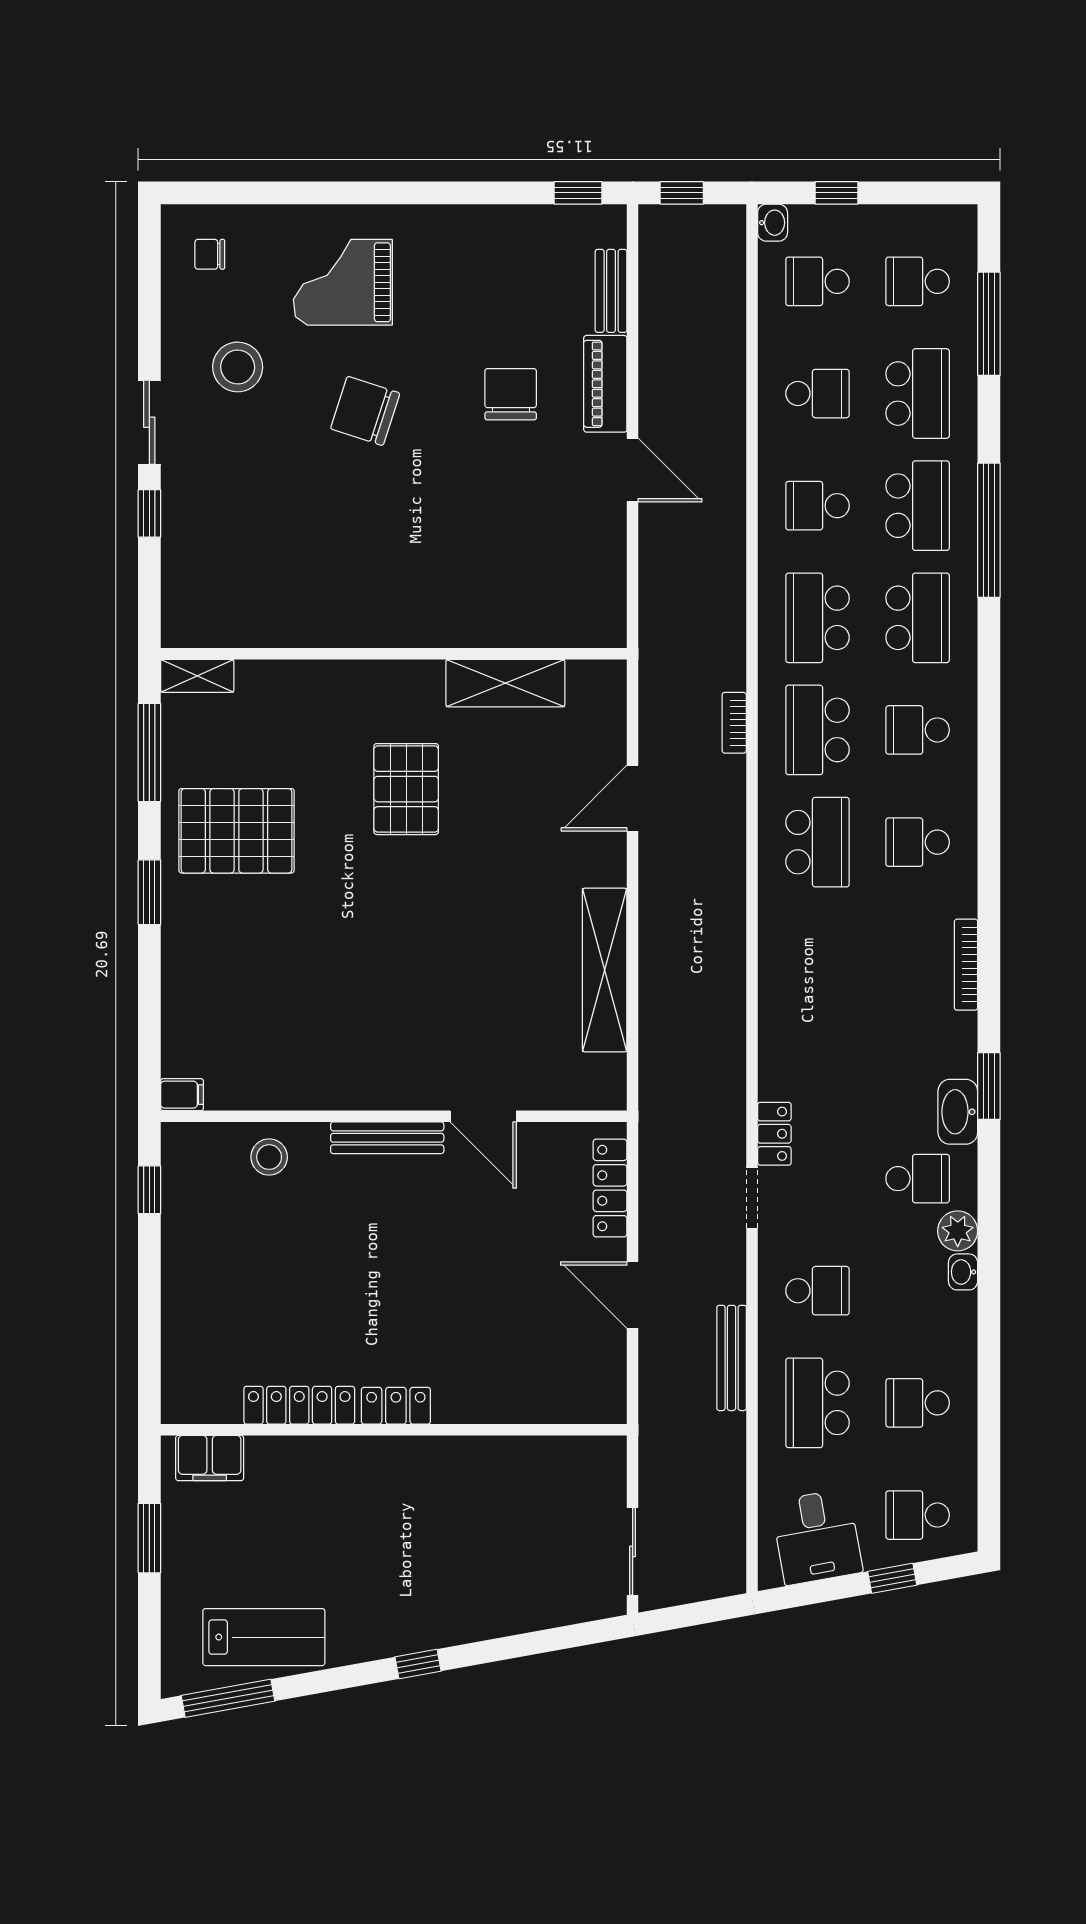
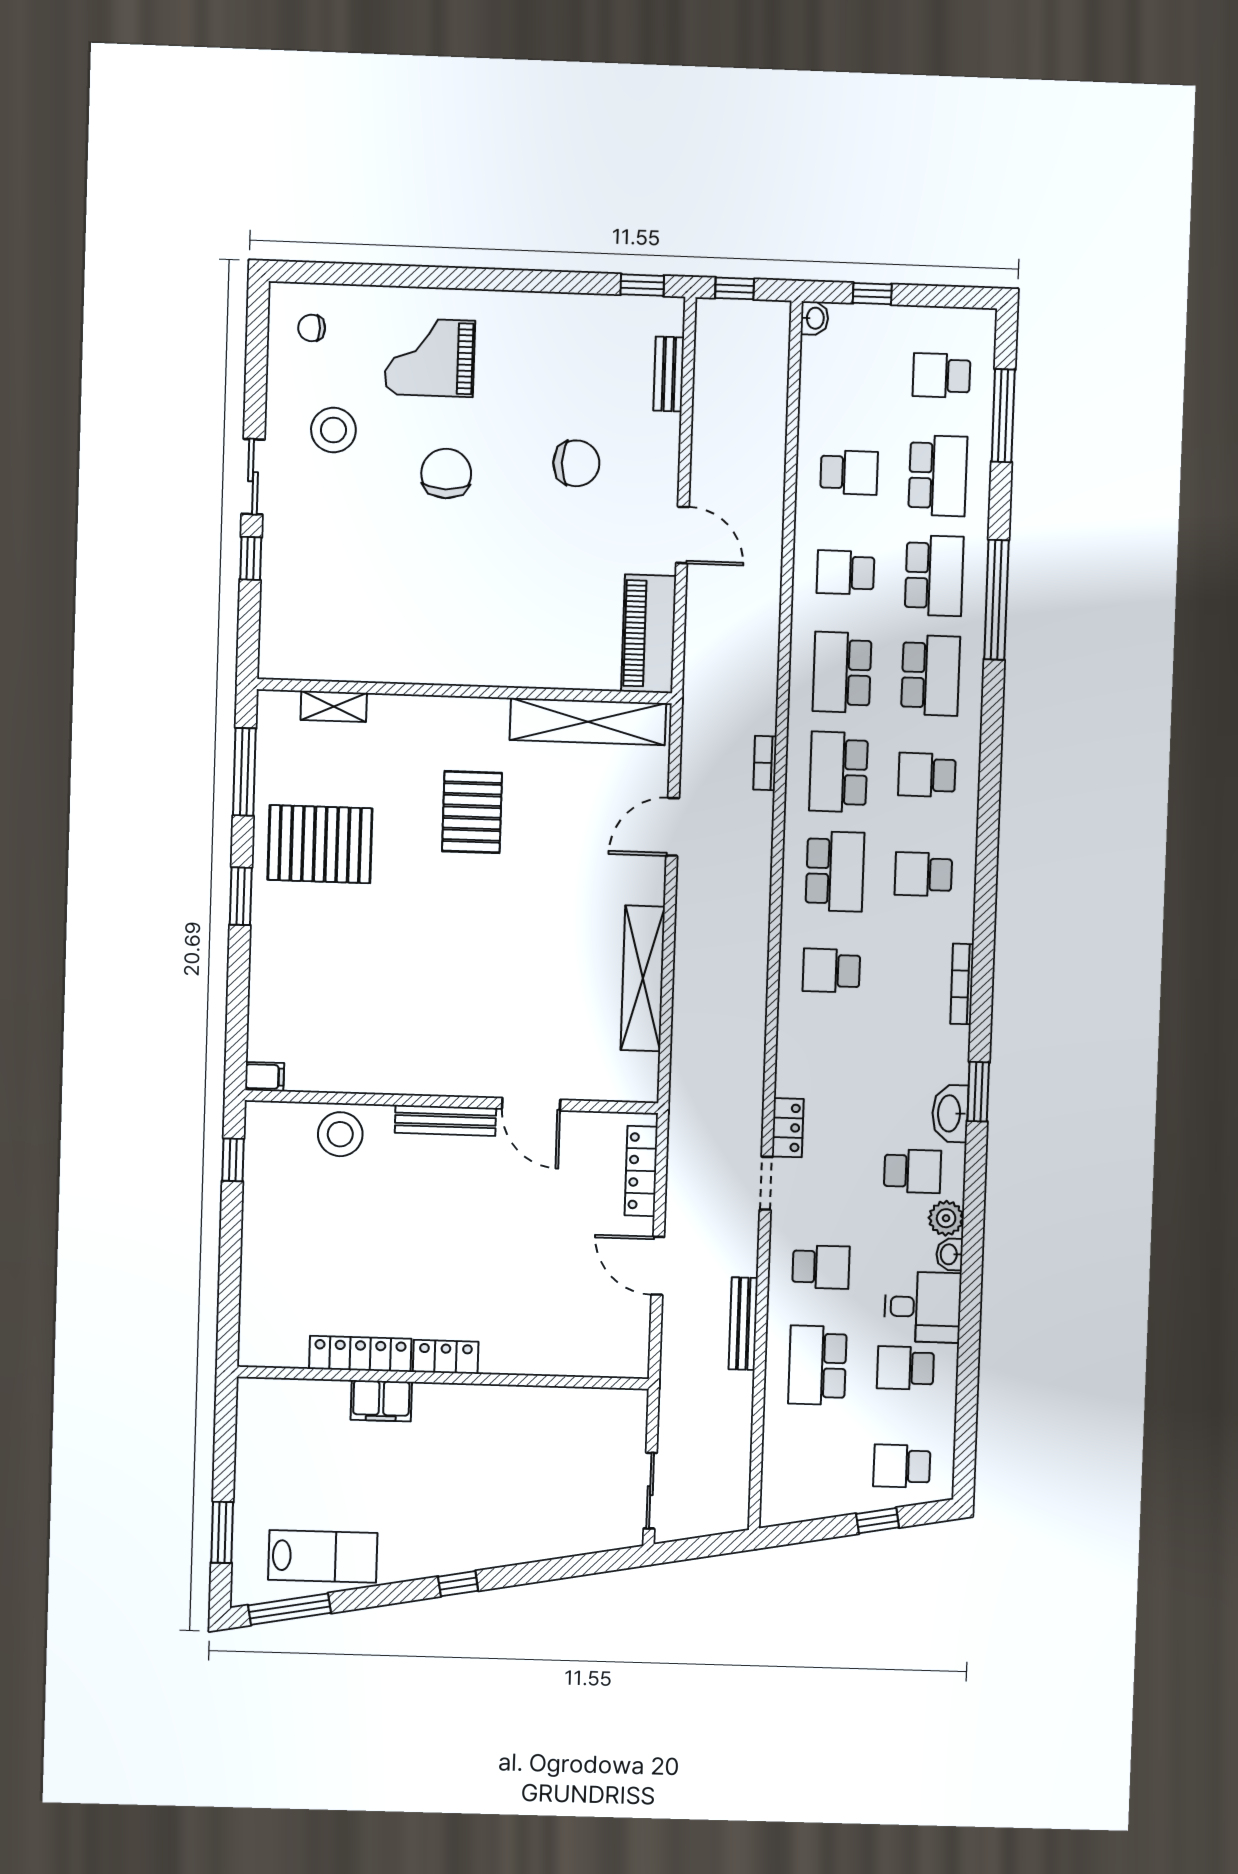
school desk: (818, 281) -> (831, 971), moved
piano: (605, 384) -> (649, 634), moved, width x1.37, depth x1.33
chair: (511, 394) -> (576, 463), turned 90
chair: (365, 411) -> (446, 474), turned 72
shelving: (197, 676) -> (334, 706), moved
shelving: (505, 683) -> (588, 722), width x1.47
stool: (269, 1157) -> (340, 1134), width x1.38, depth x1.38
filing cabinet: (210, 1458) -> (381, 1401), moved
desk: (817, 1537) -> (923, 1307), moved, turned -80
window: (149, 1538) -> (222, 1532), moved

